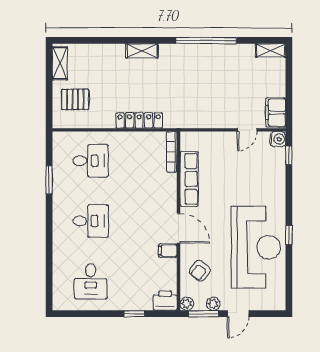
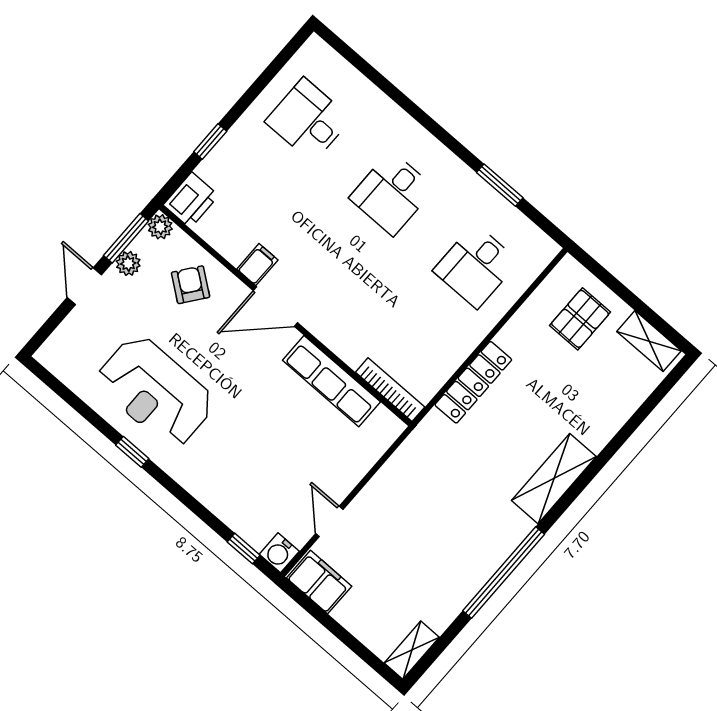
shelving: (142, 51) -> (554, 479), width x1.50, depth x1.33
reception desk: (256, 247) -> (155, 391), width x0.74, depth x0.77

